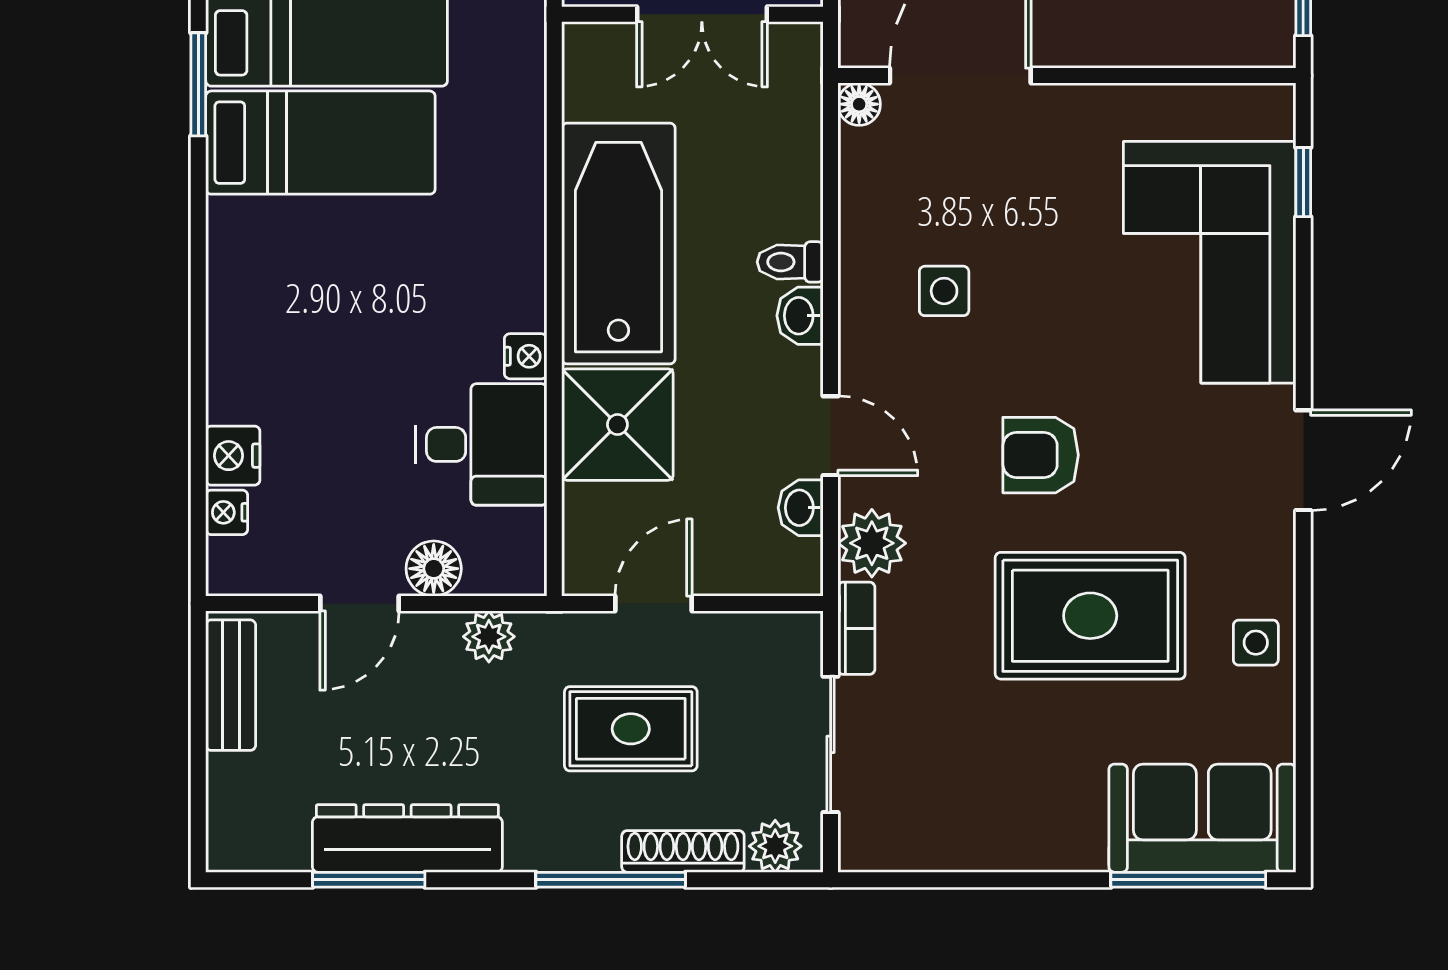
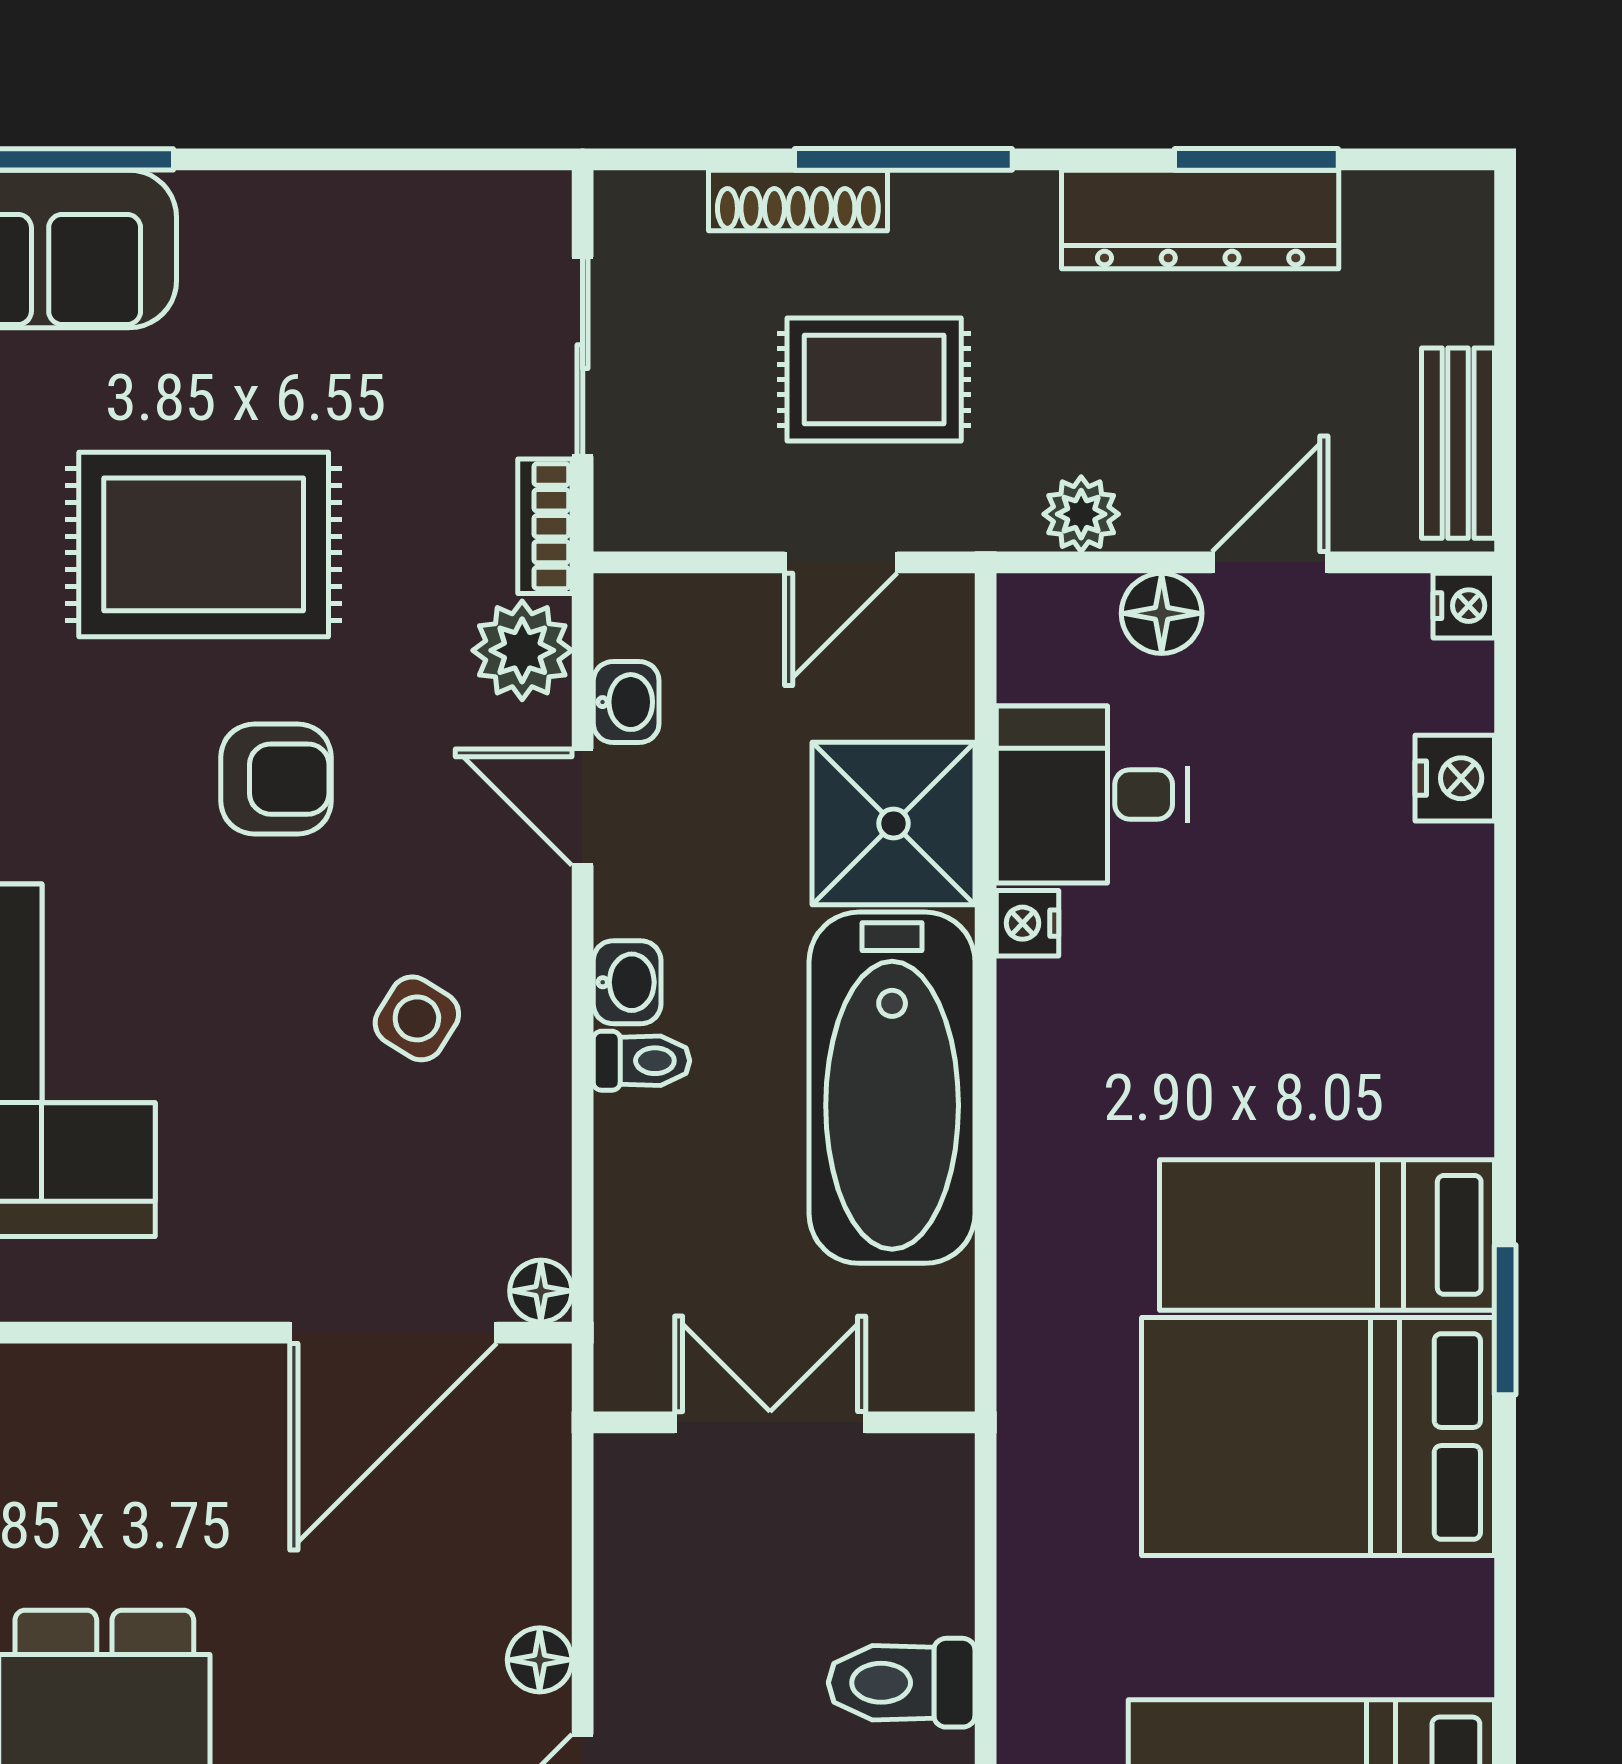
side table: (944, 291) -> (417, 1018), turned 32
nightstand: (227, 512) -> (1464, 606), moved
plant: (775, 846) -> (663, 208), removed

